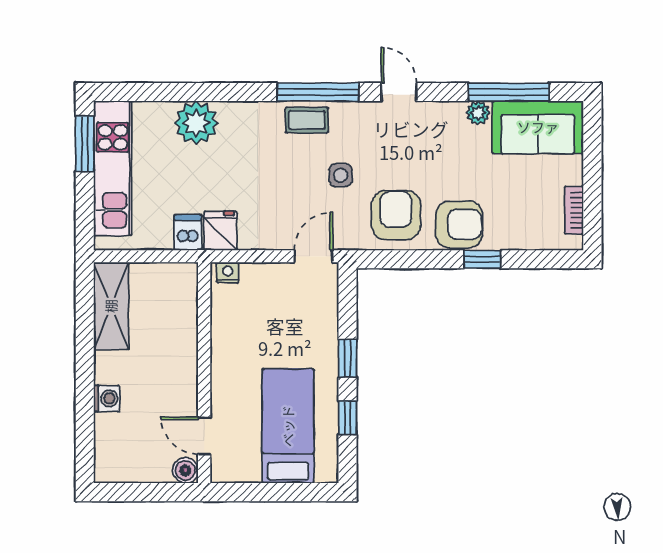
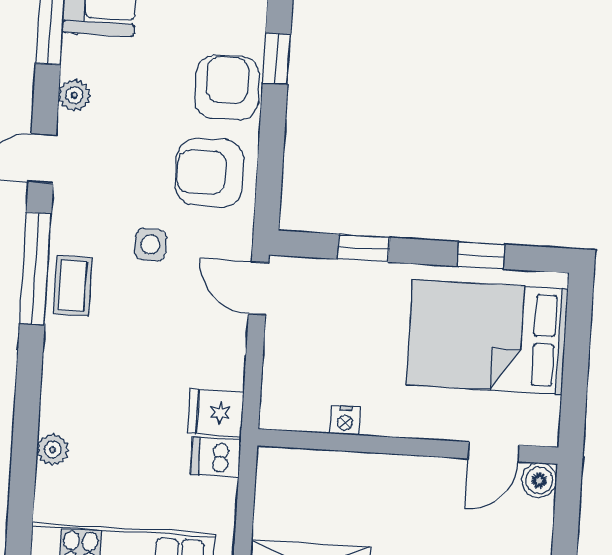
plant: (478, 113) -> (74, 95), moved
plant: (196, 123) -> (53, 450), width x0.53, depth x0.53
nightstand: (228, 273) -> (345, 420), moved, turned -90
window: (348, 358) -> (364, 248), moved
bed: (288, 426) -> (487, 337), width x1.50

